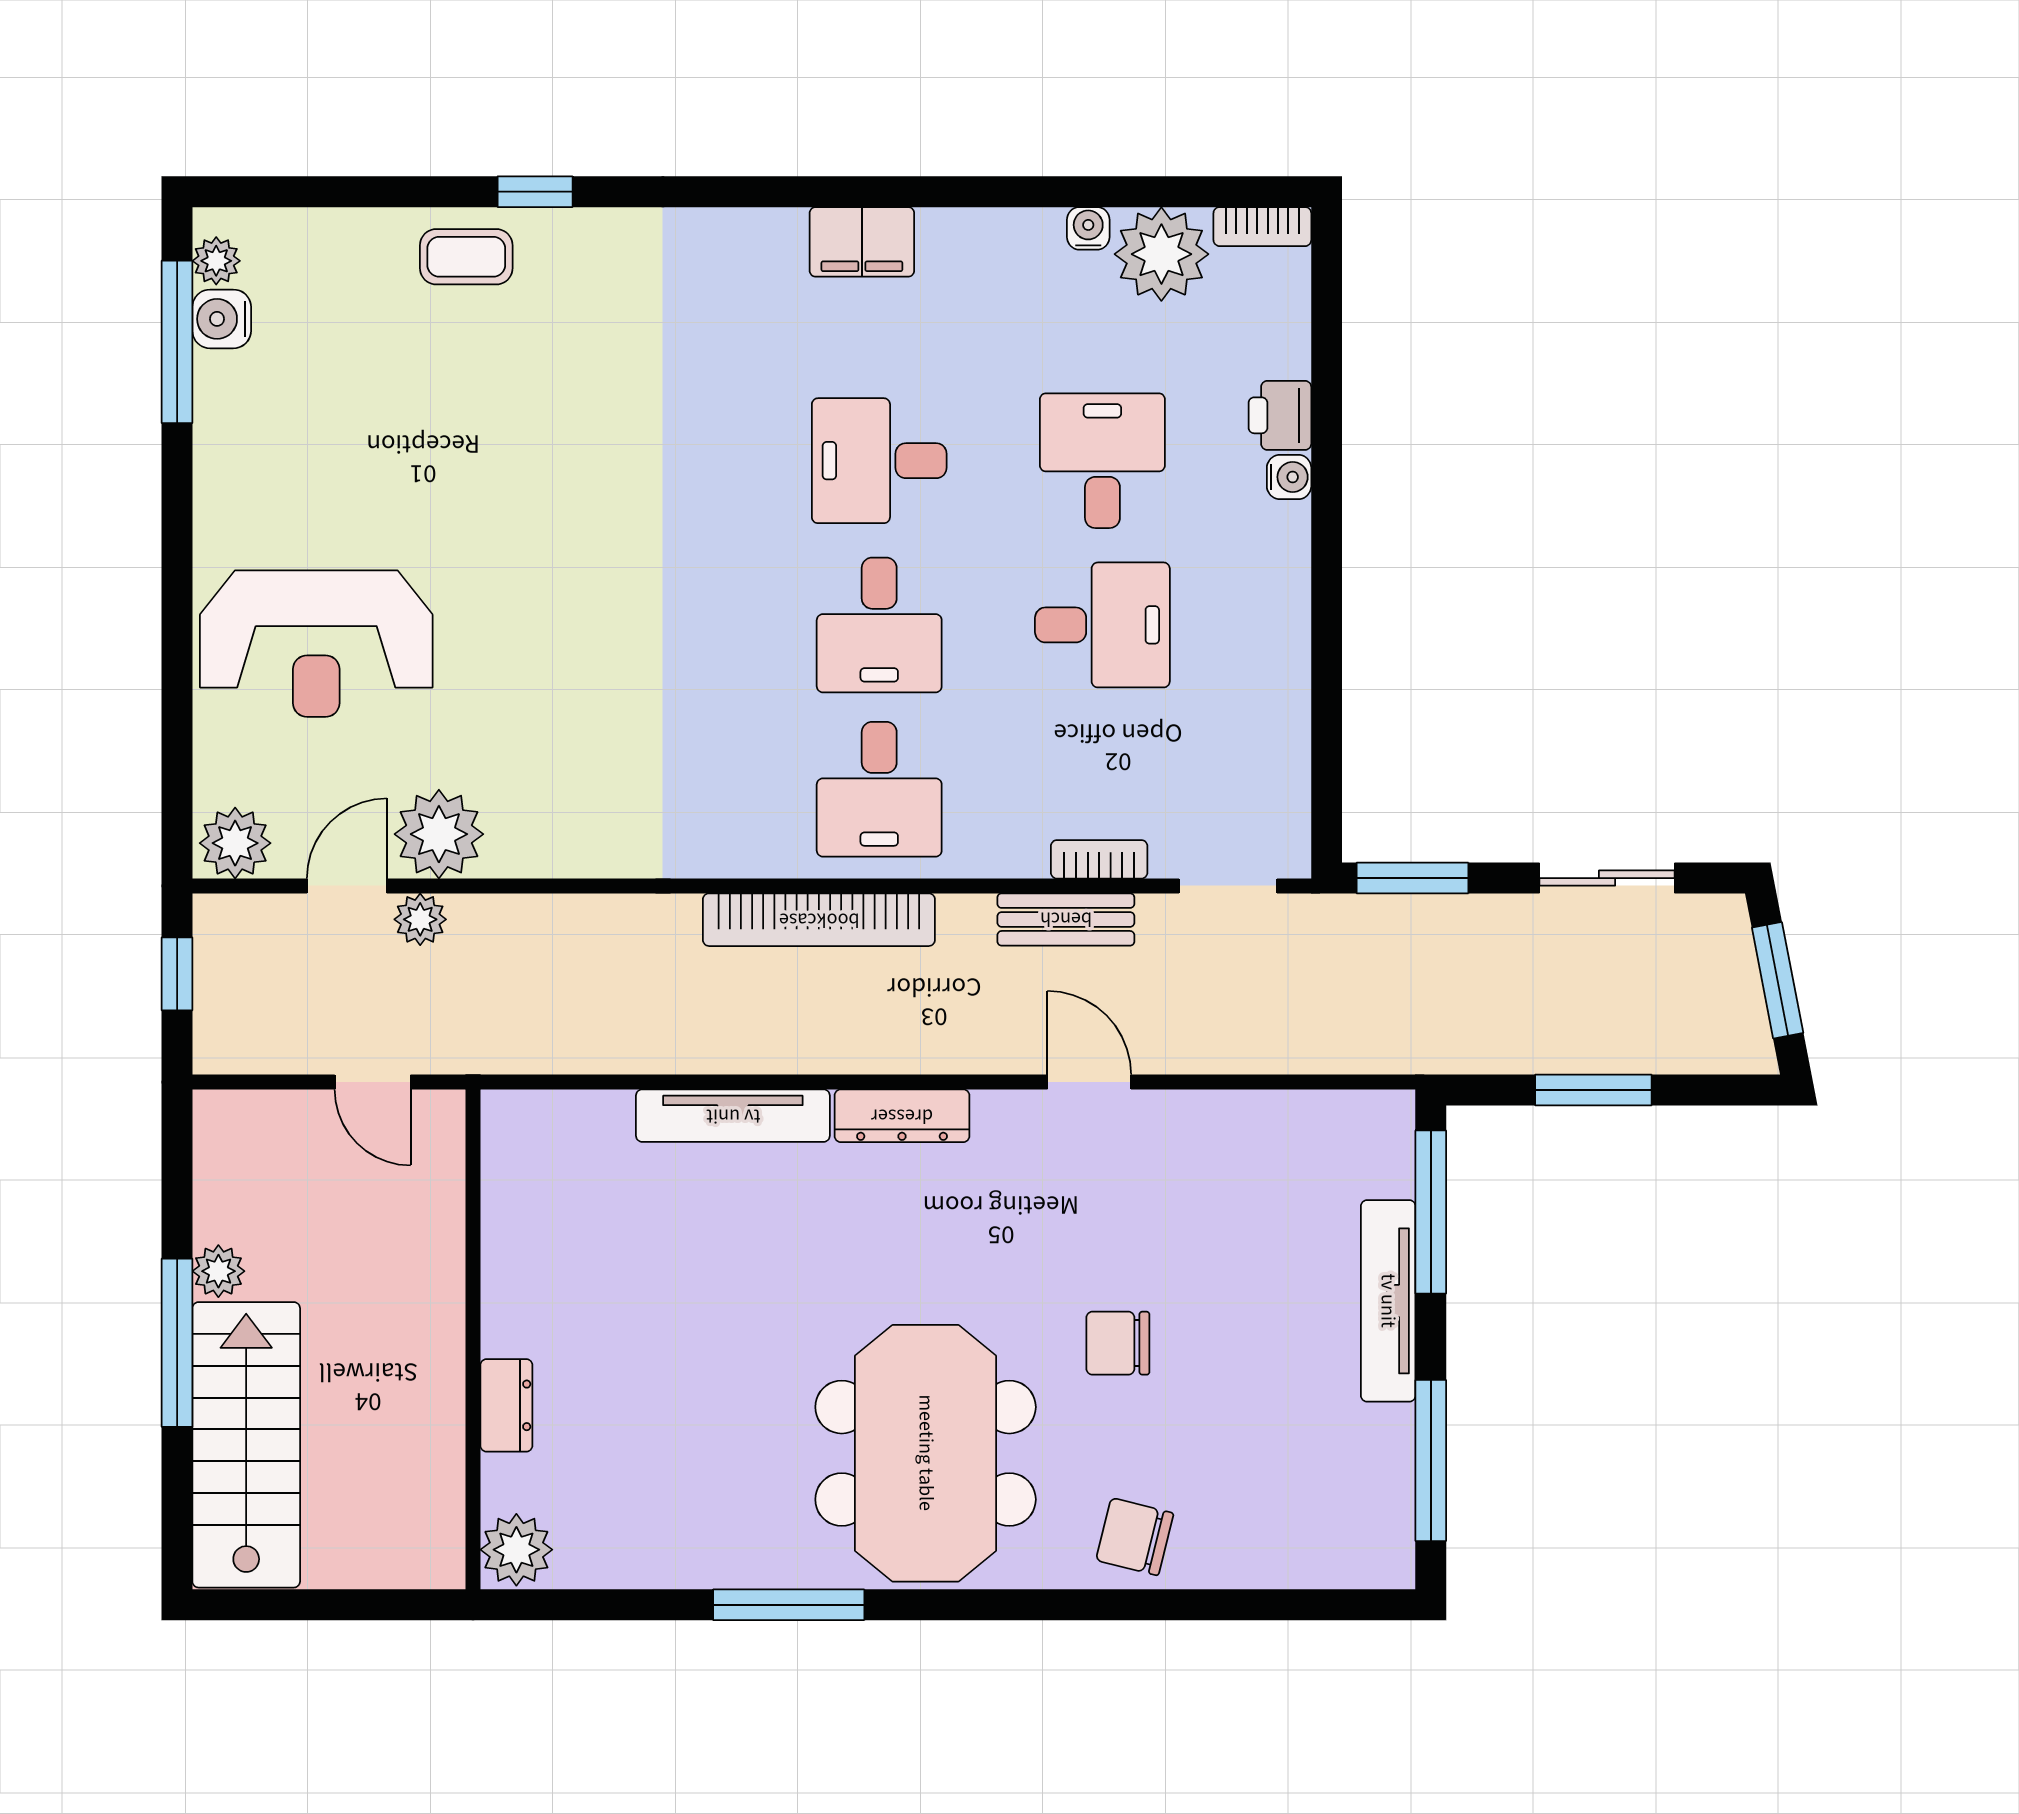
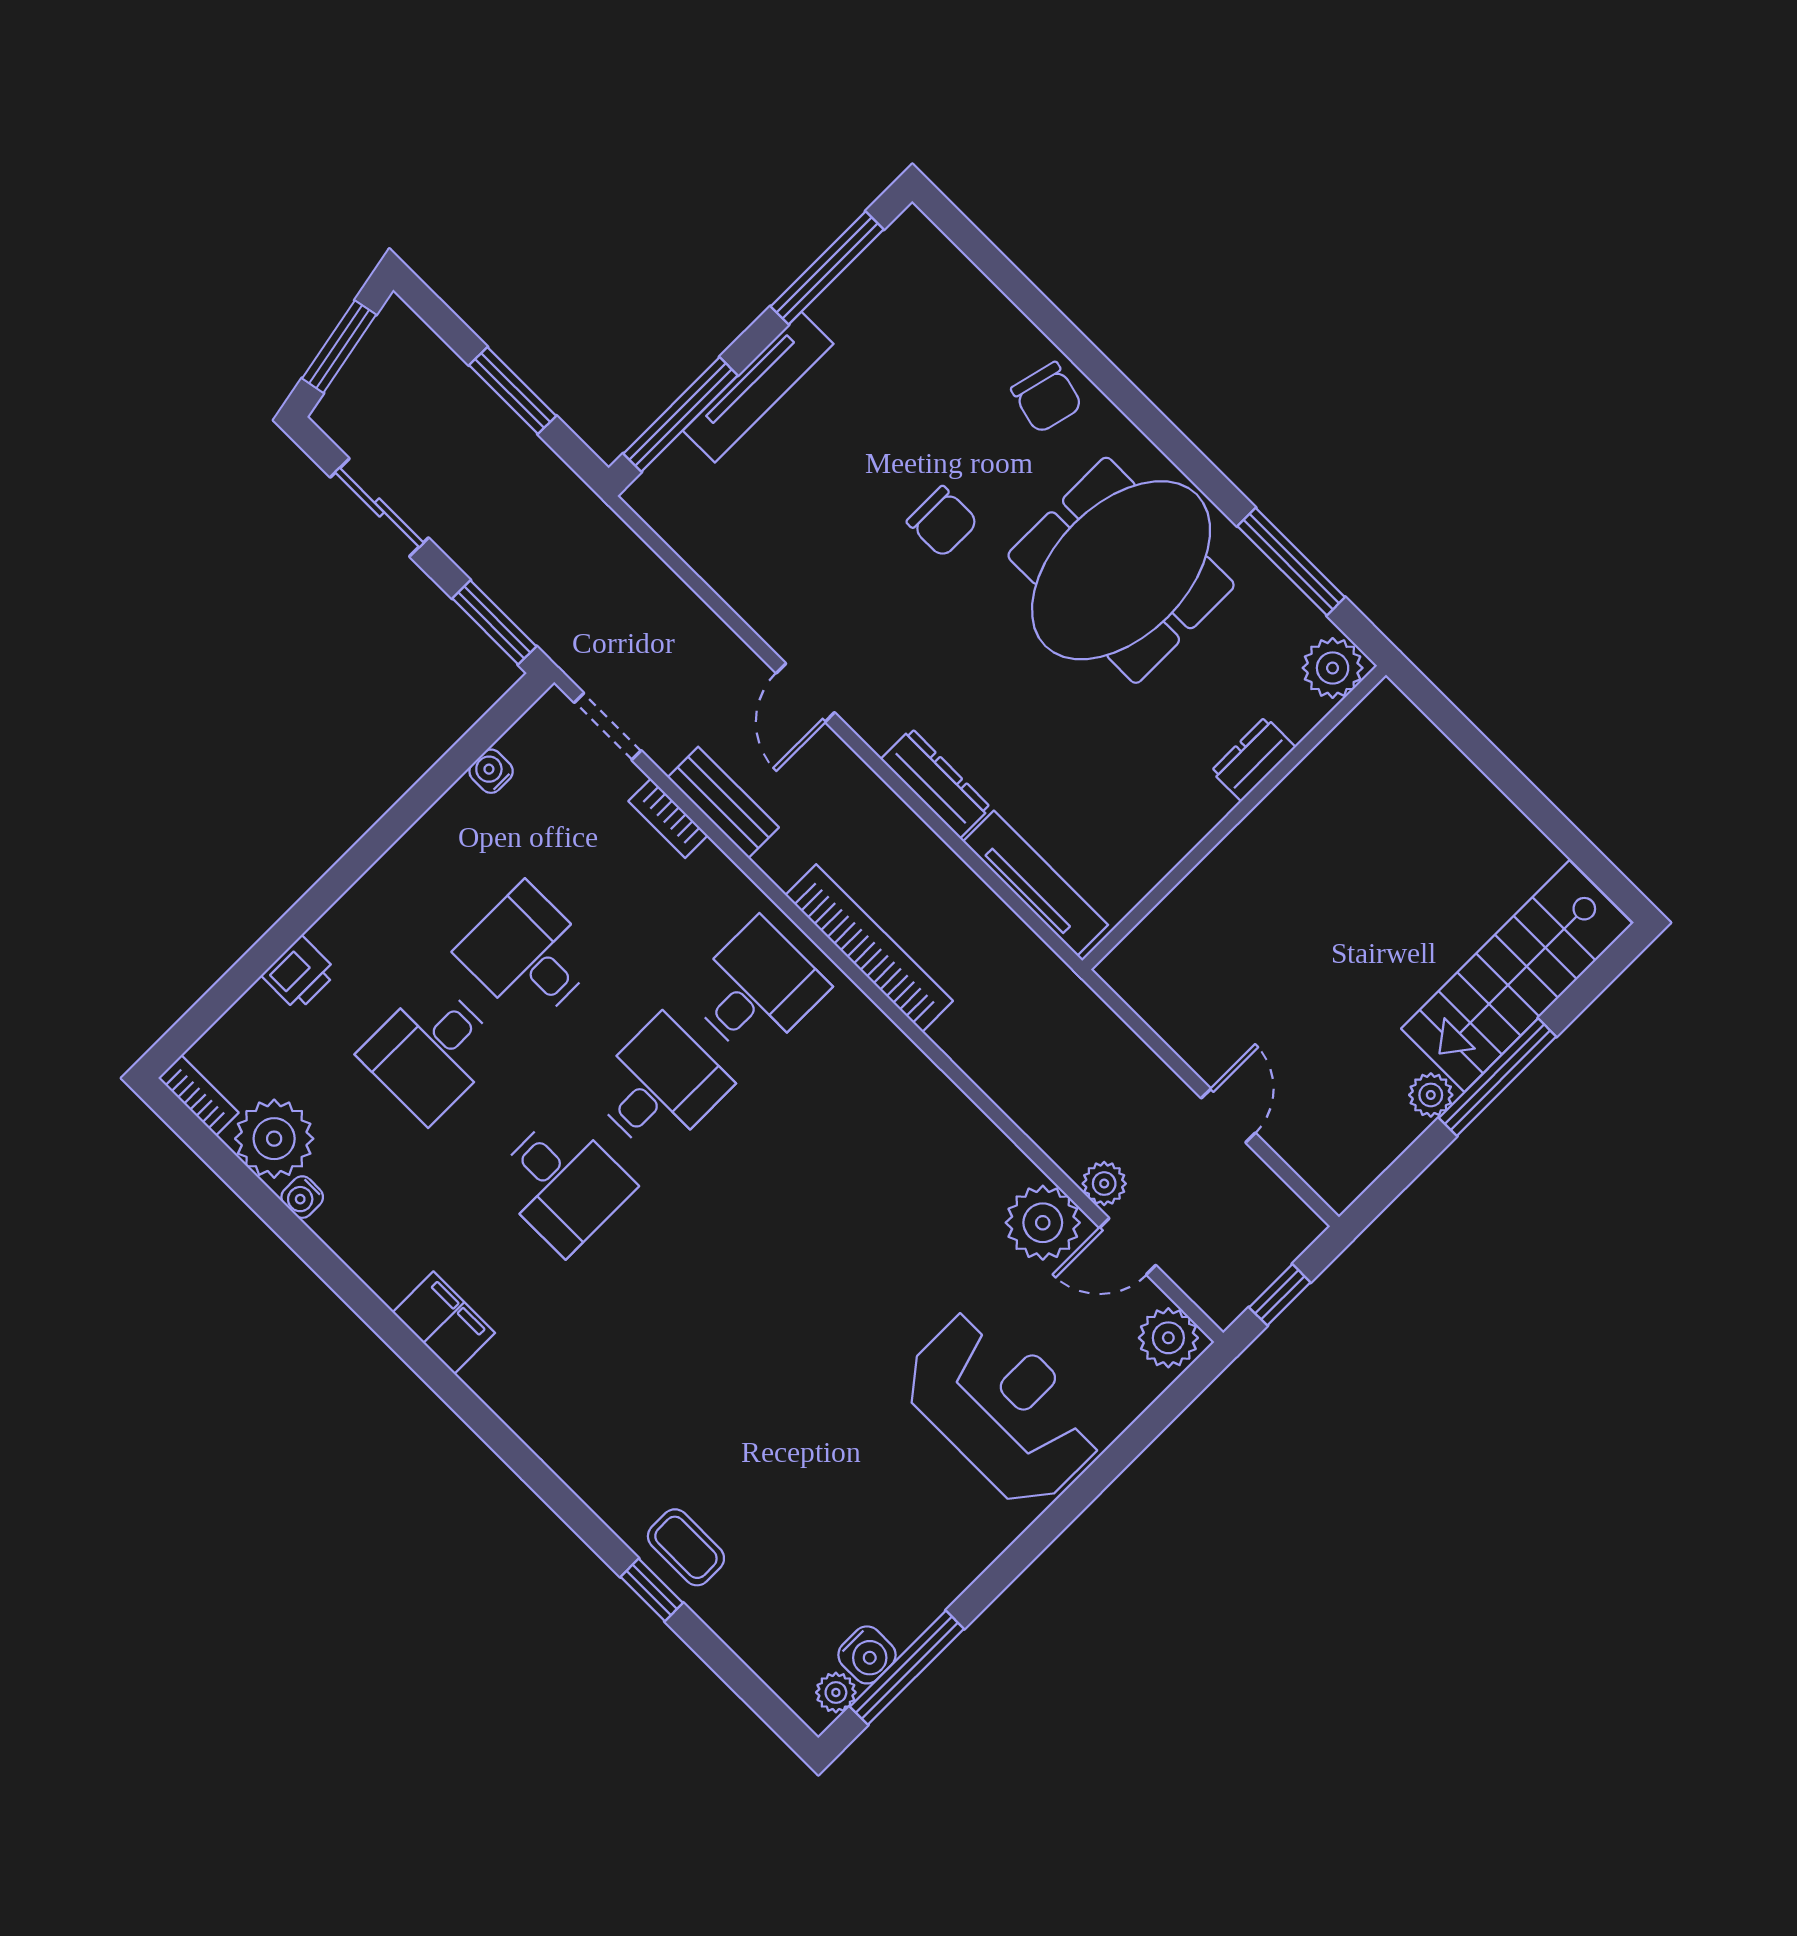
window: (535, 192) -> (652, 1590), moved
water cooler: (1289, 477) -> (491, 771), moved
wall: (473, 1339) -> (1234, 818), moved
dresser: (506, 1405) -> (1253, 759), moved
plant: (516, 1550) -> (1333, 668), moved

